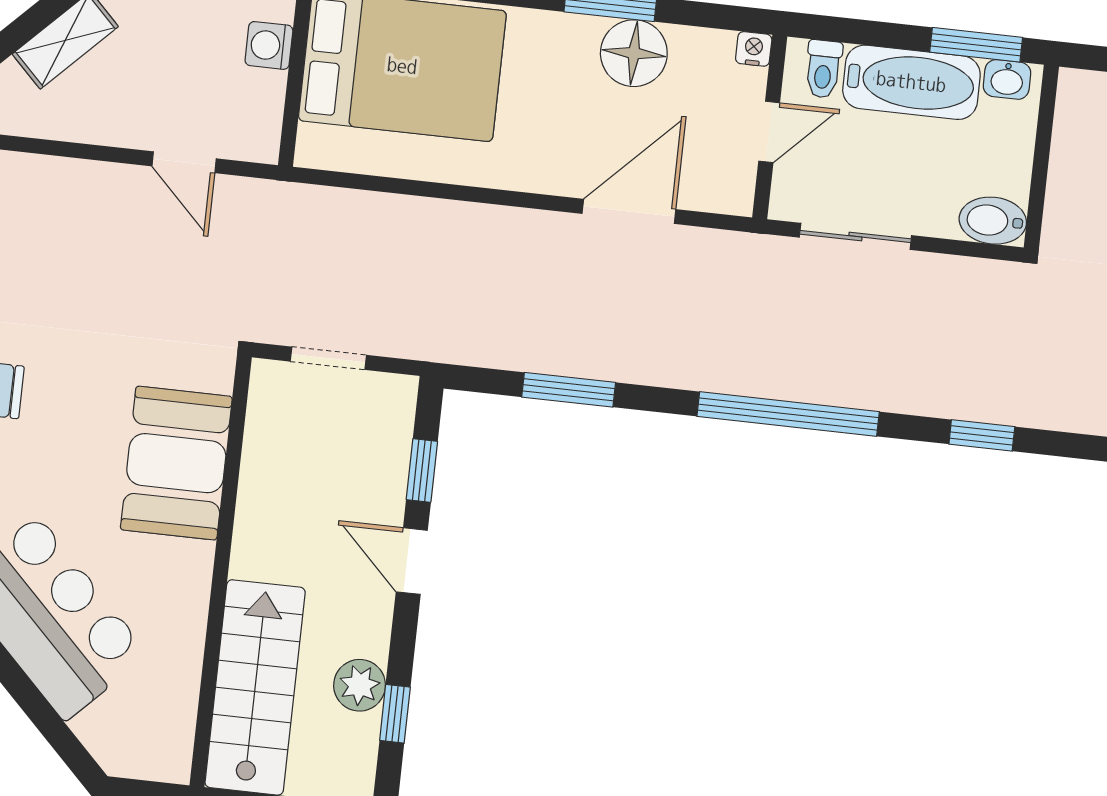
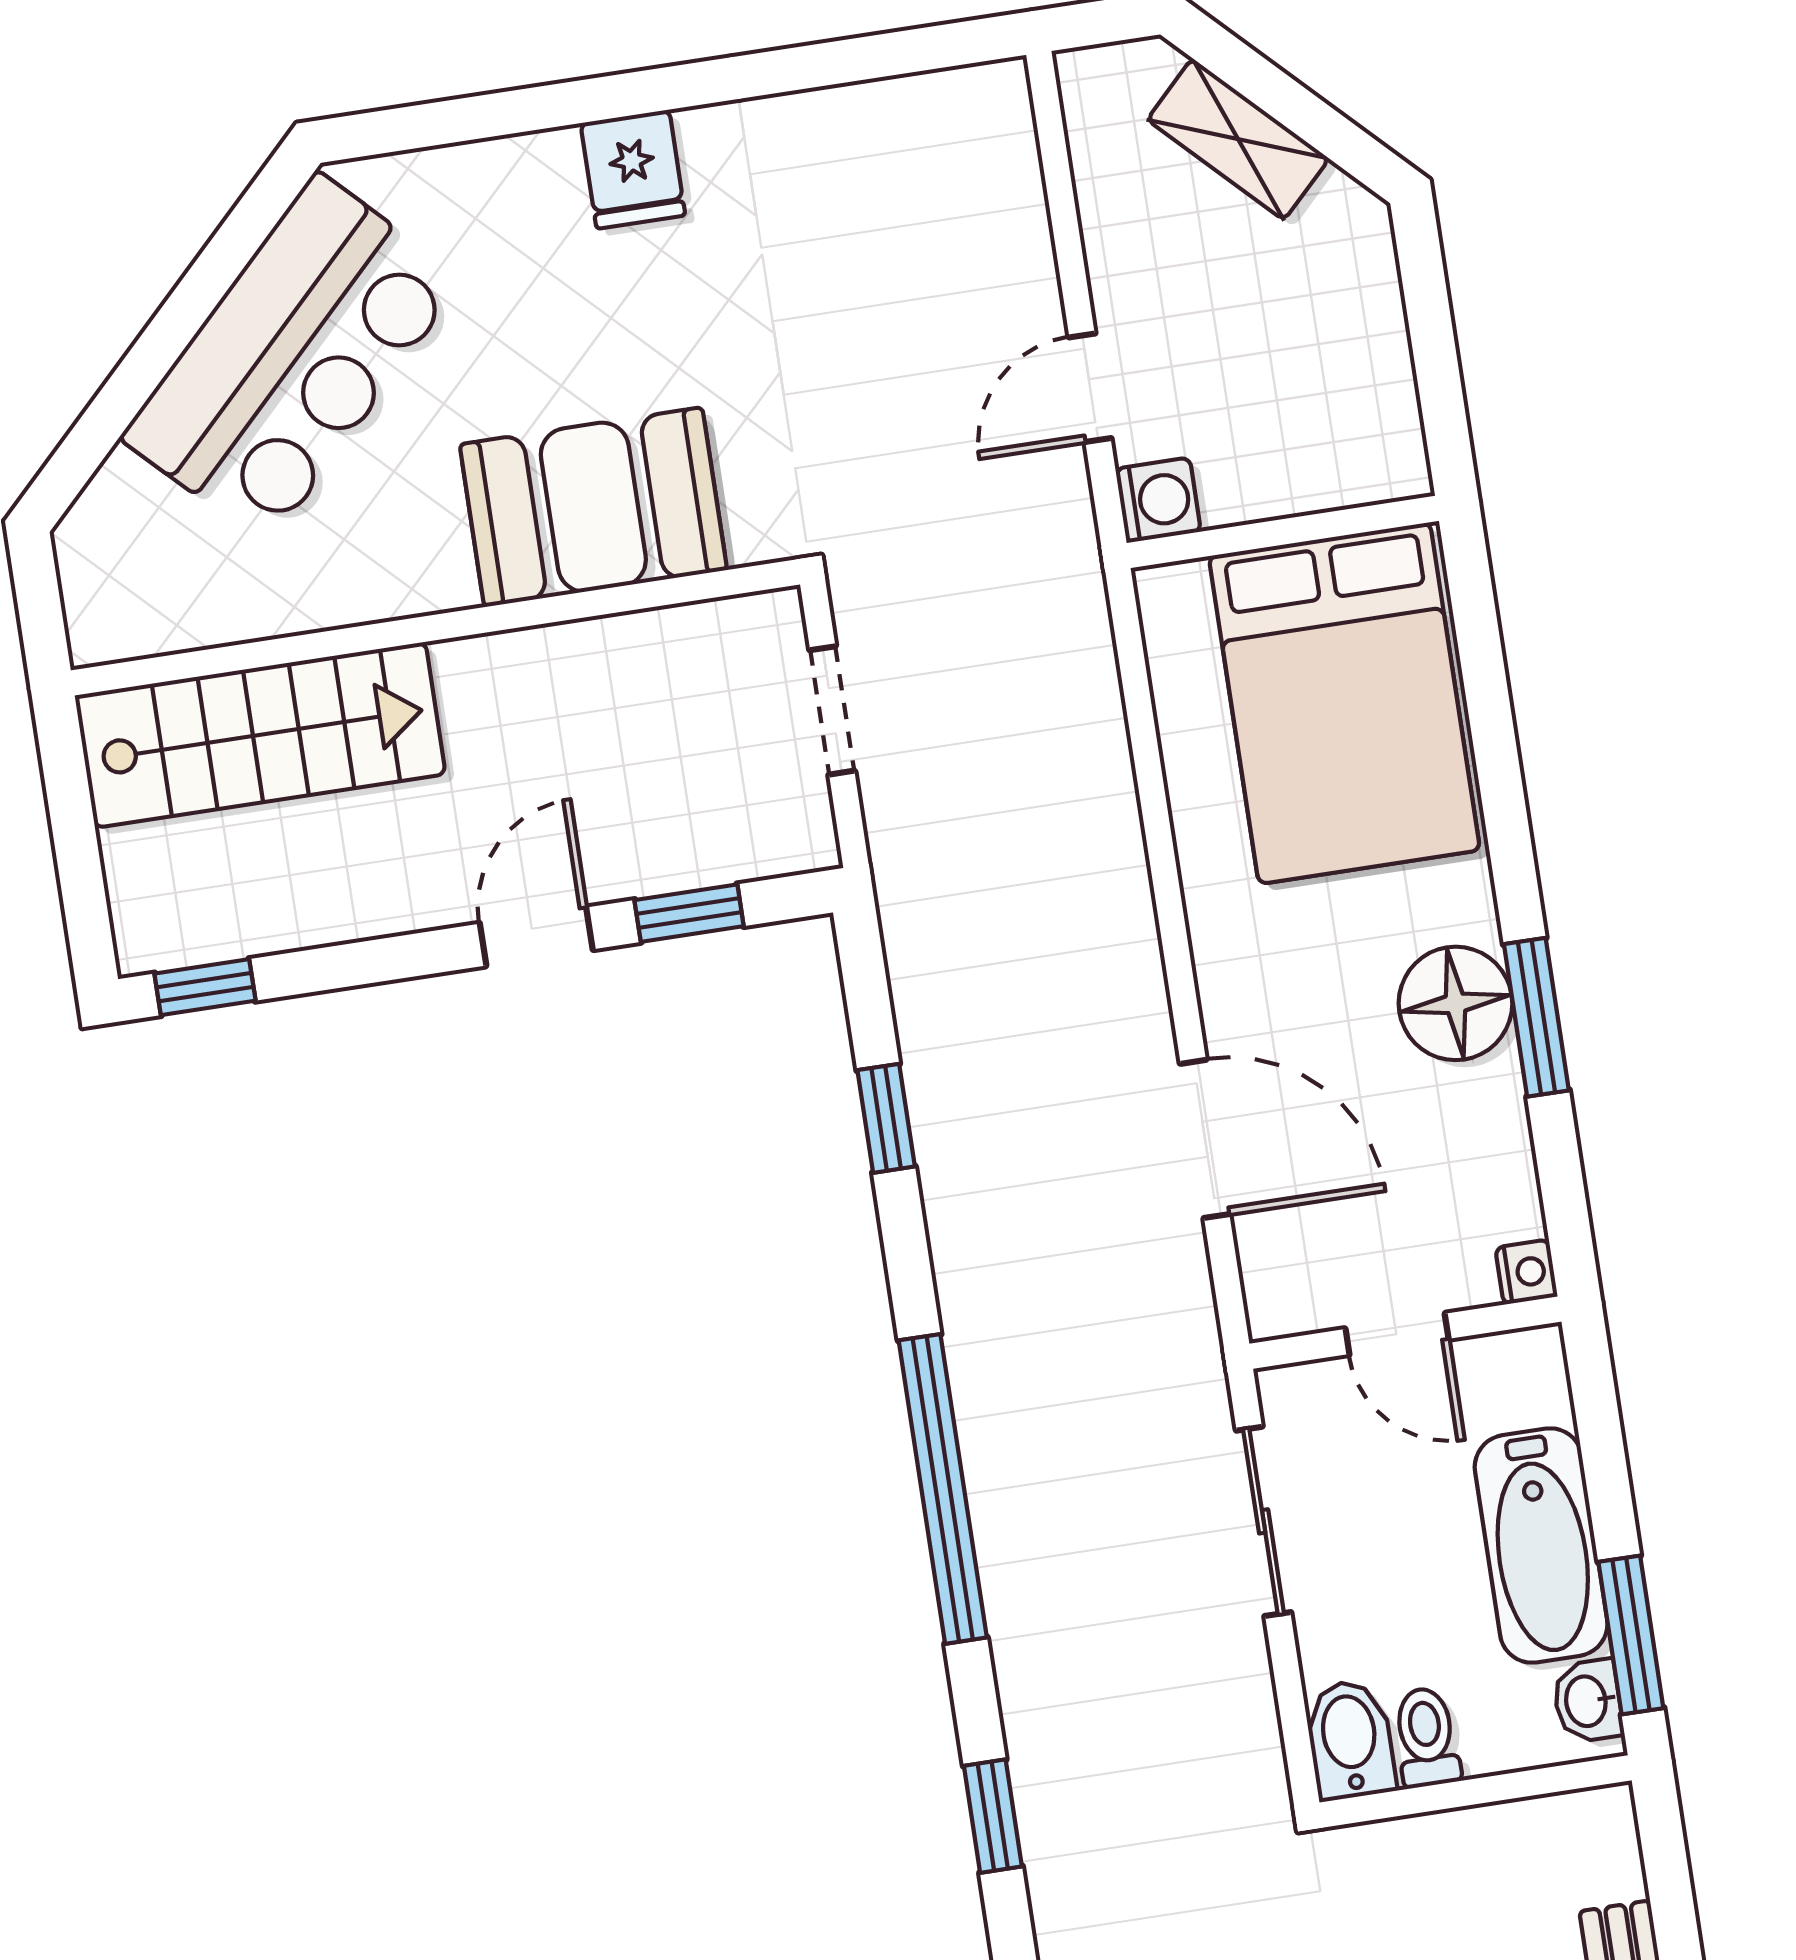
washing machine: (269, 45) -> (1158, 500), moved, turned 90
floor lamp: (634, 53) -> (1455, 1003), moved
toilet: (823, 69) -> (1426, 1737), moved, turned 90
window: (569, 390) -> (886, 1118), width x0.67
plant: (360, 685) -> (310, 905), removed
window: (395, 714) -> (205, 987), moved

